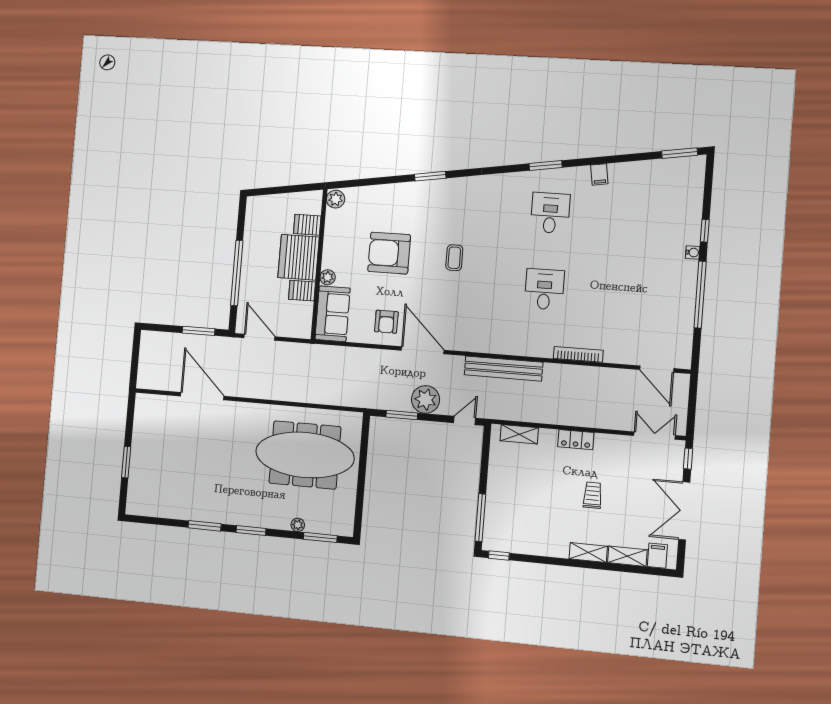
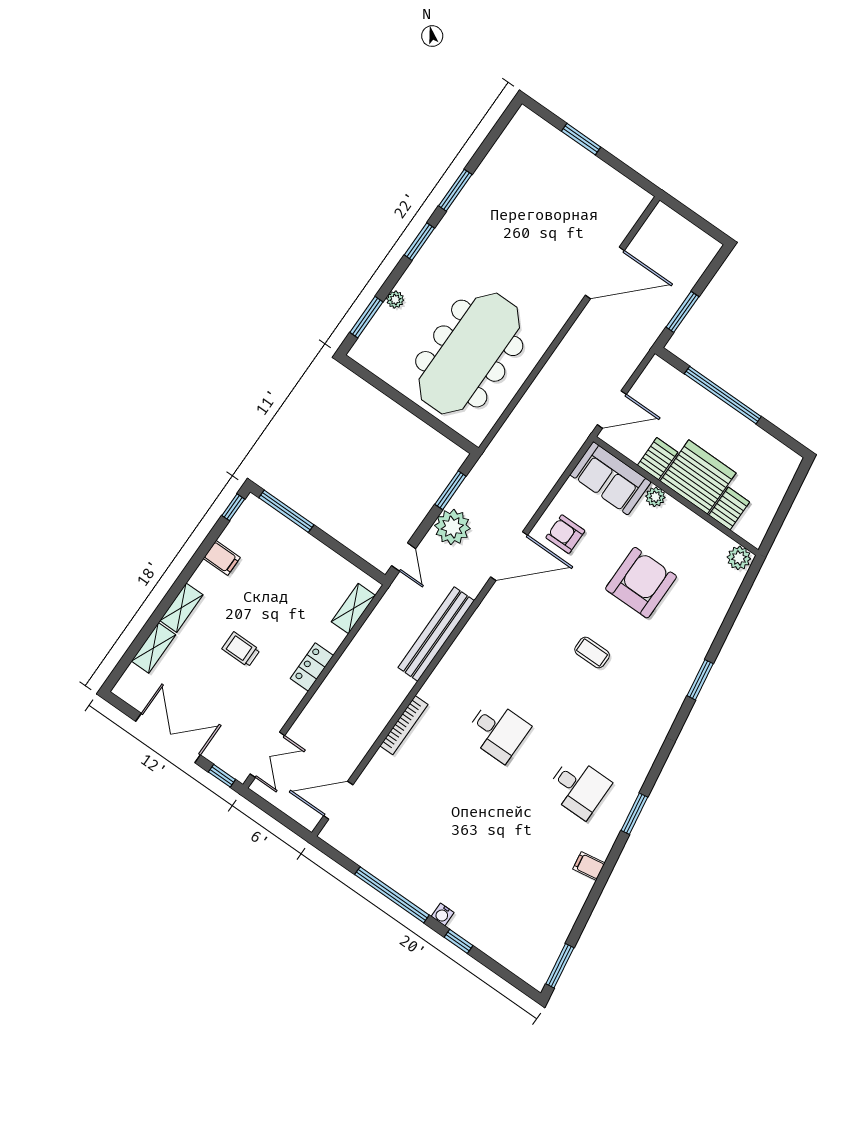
door: (259, 337) -> (612, 410), moved
trolley: (593, 495) -> (241, 649), turned 180
filing cabinet: (657, 556) -> (222, 558), moved

